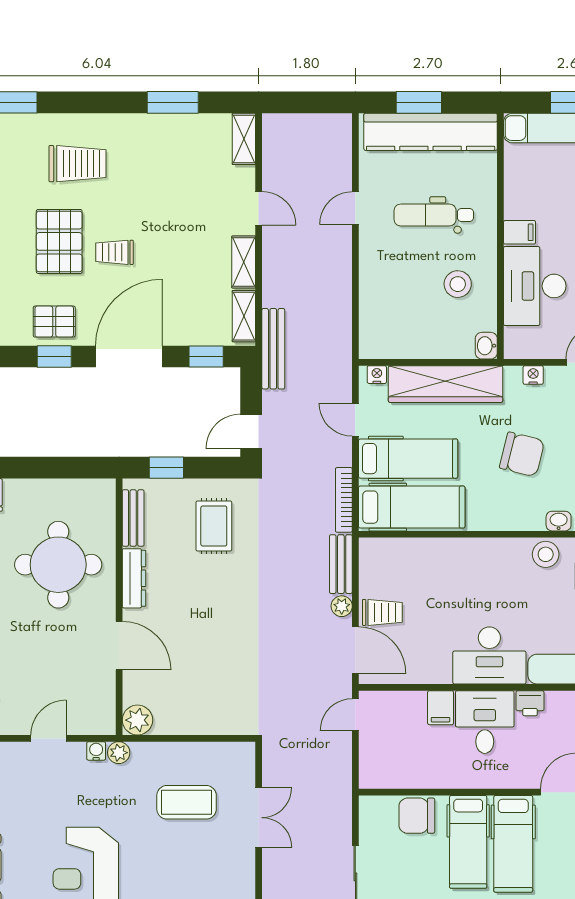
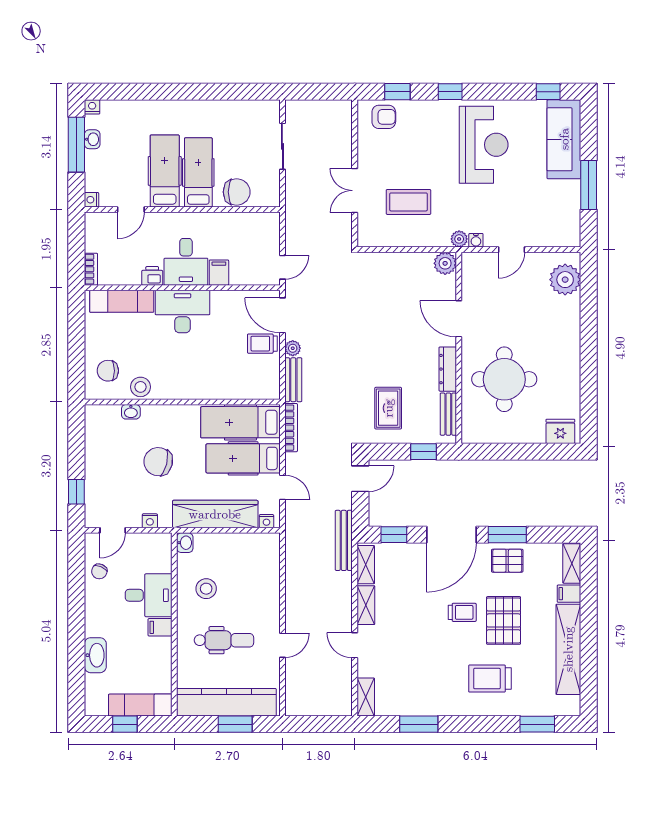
desk: (535, 286) -> (149, 595), width x0.73
window: (54, 356) -> (507, 535), width x1.50

